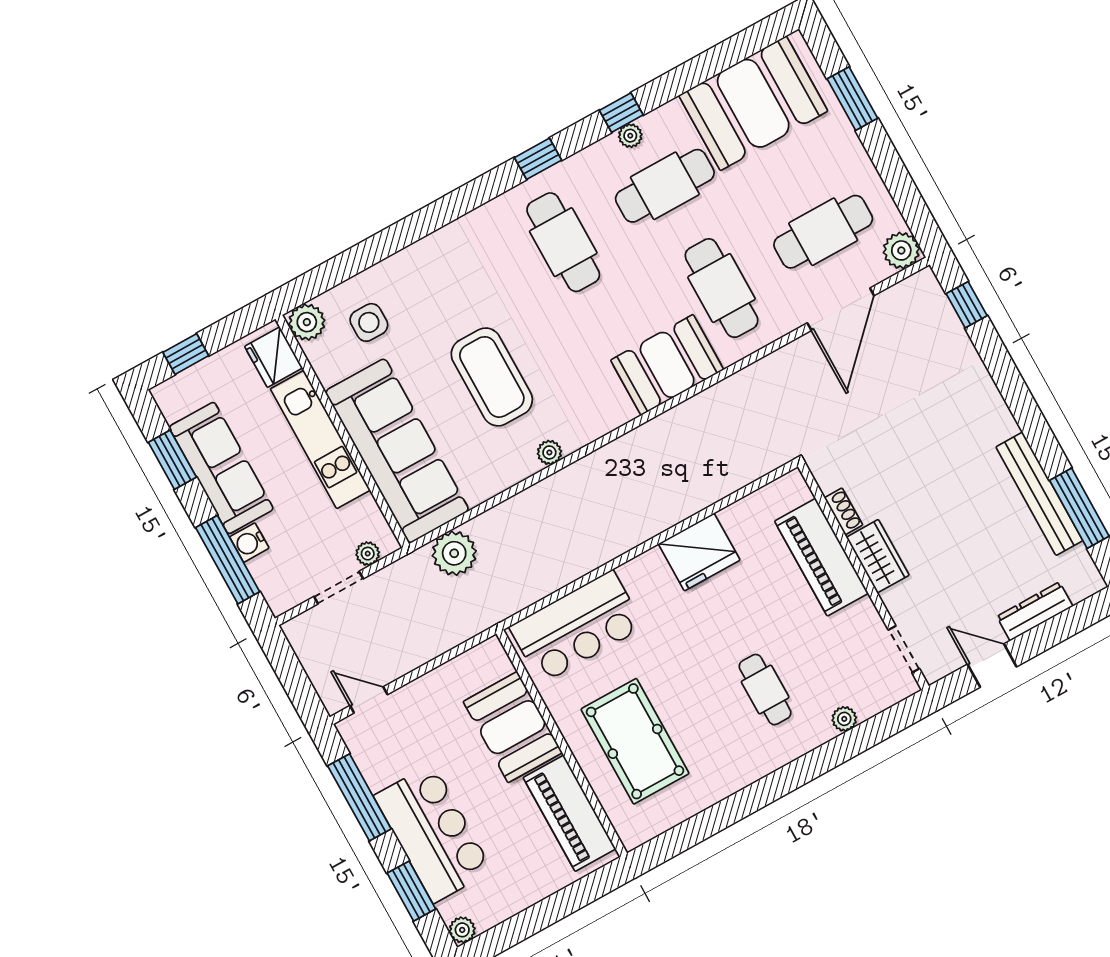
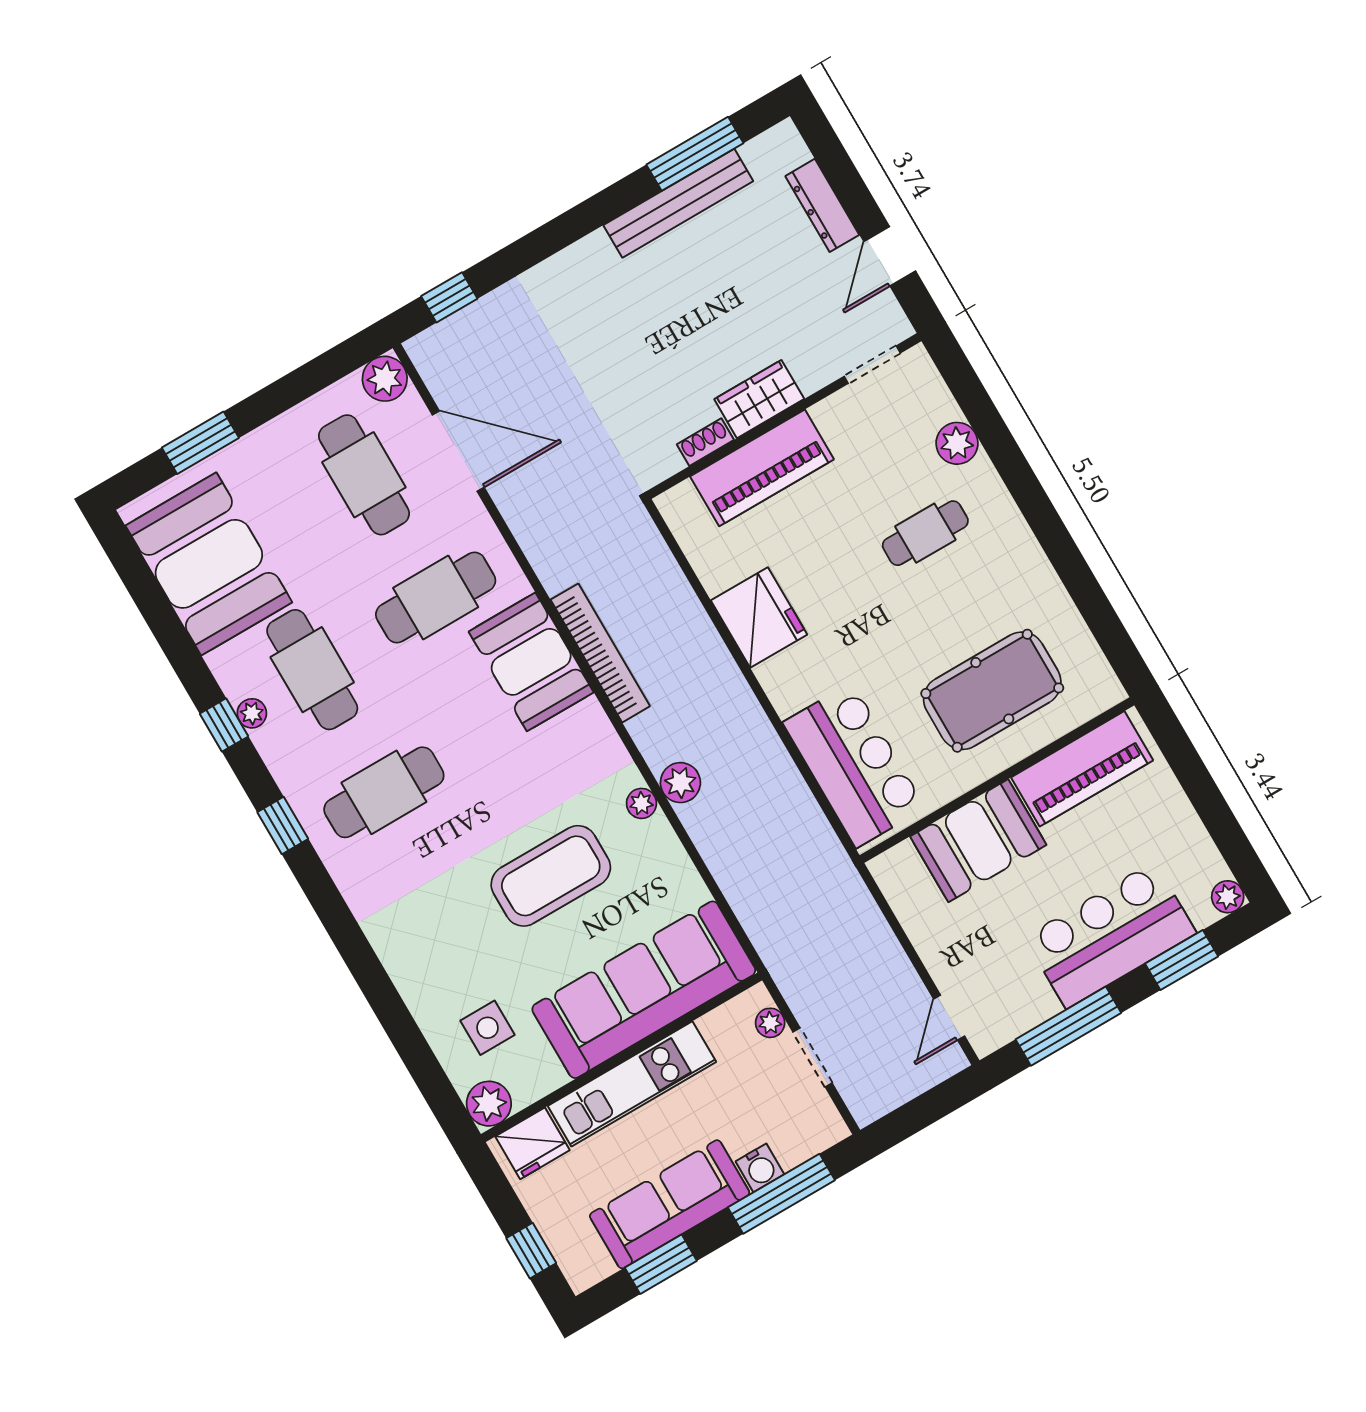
bookcase: (673, 422) -> (600, 653), added
plant: (454, 553) -> (680, 783), moved, width x0.73, depth x0.73
plant: (844, 719) -> (957, 443), width x1.38, depth x1.38

